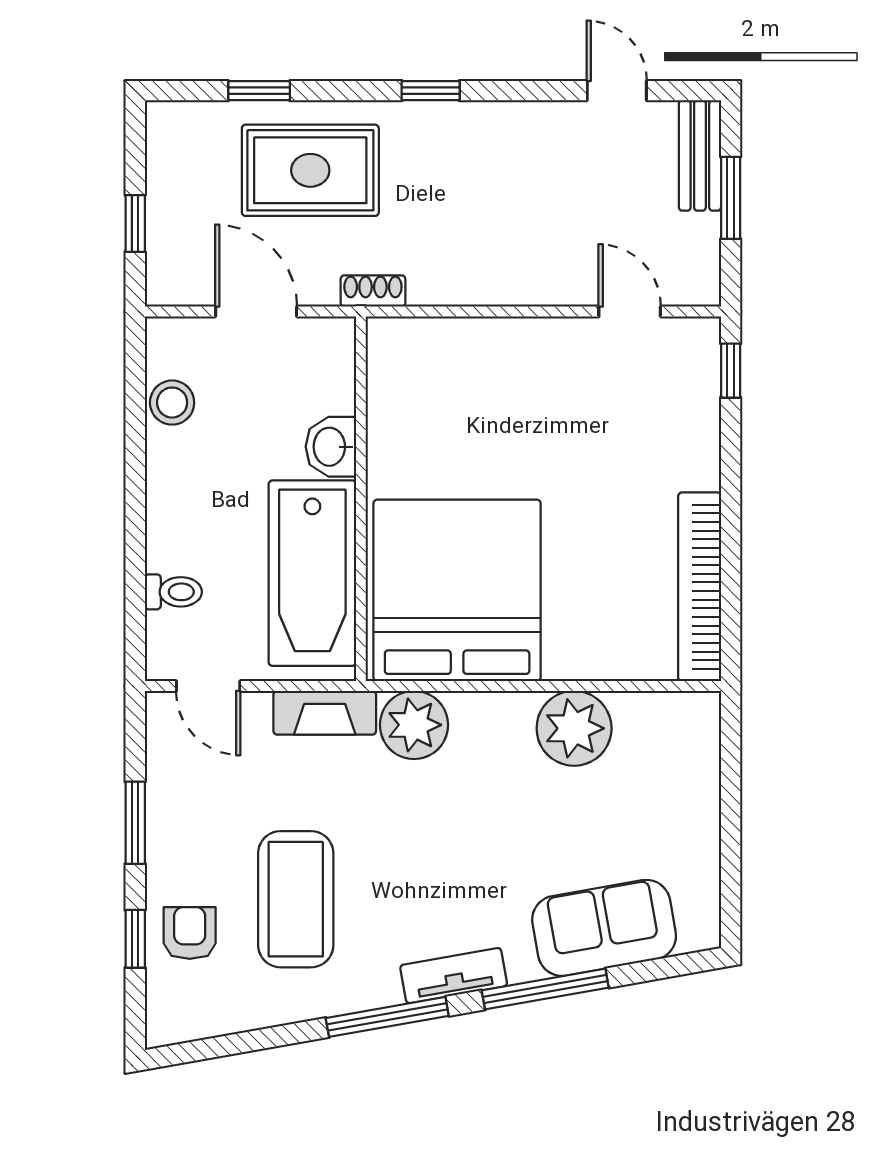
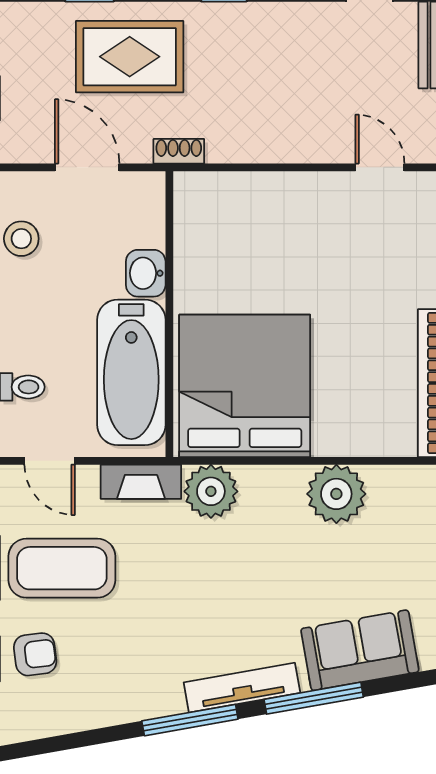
coffee table: (296, 899) -> (62, 568), moved, turned 90
armchair: (190, 933) -> (35, 654), turned 83
tv unit: (454, 976) -> (242, 688), width x1.41

